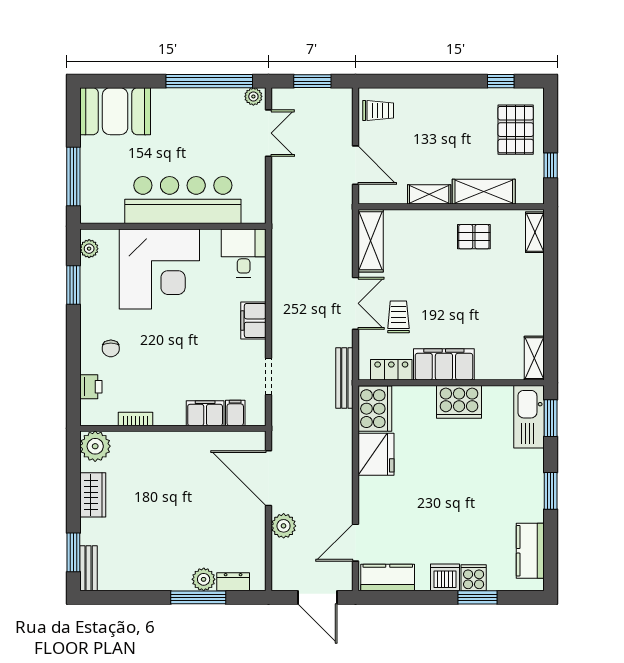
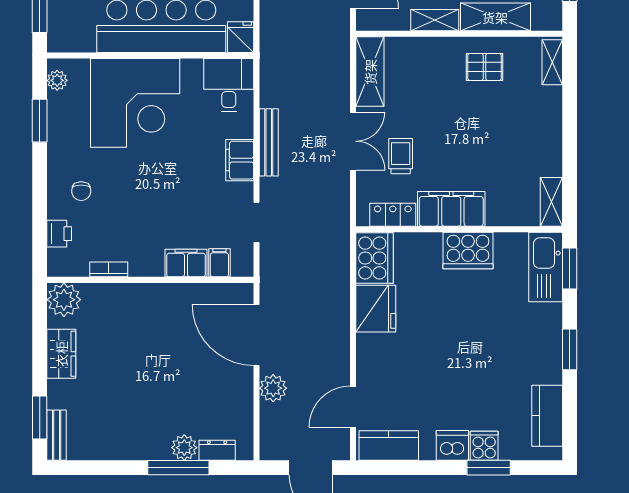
fridge: (254, 210) -> (241, 37), added
bench: (344, 378) -> (269, 142), moved

